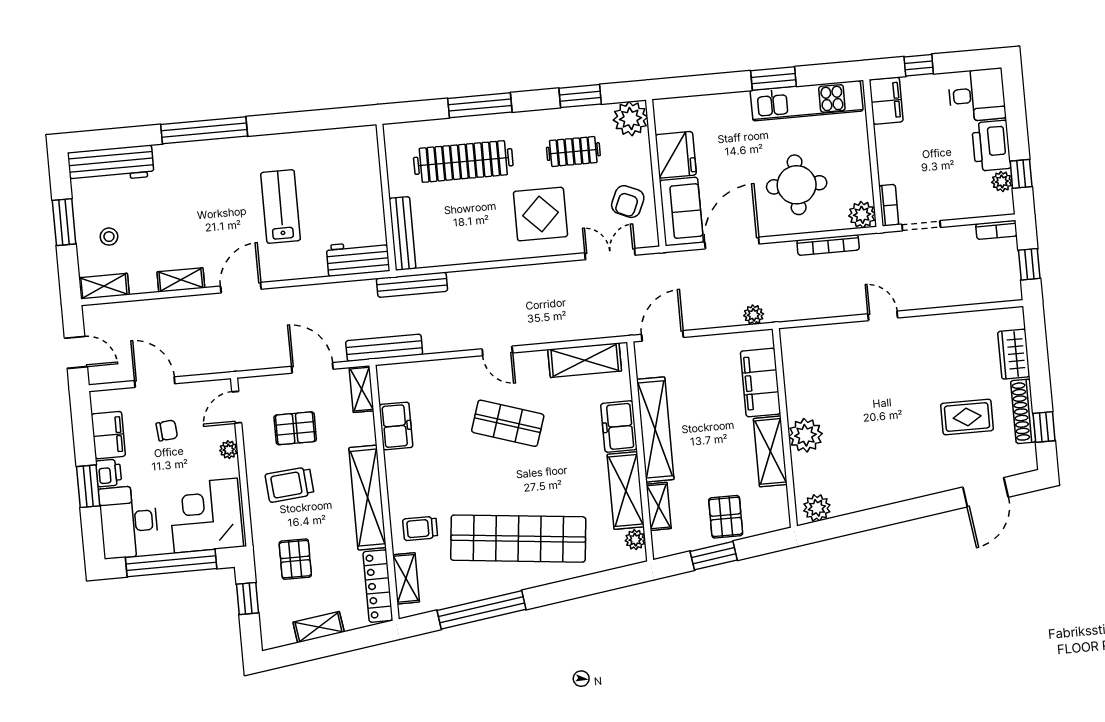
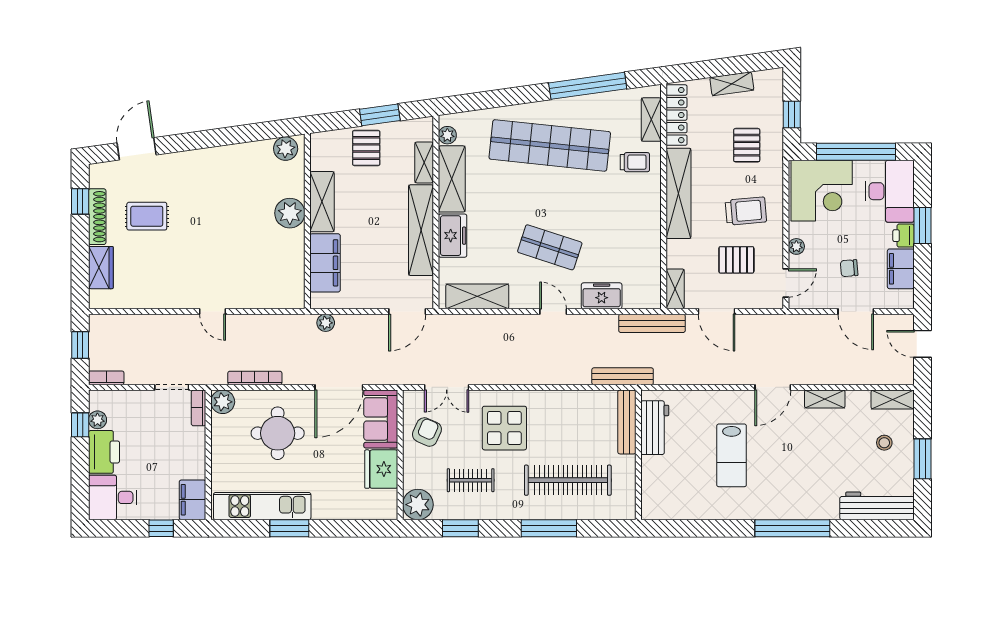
workbench: (358, 258) -> (655, 428), moved, turned -90
freezer: (396, 426) -> (602, 296), moved, turned 90

